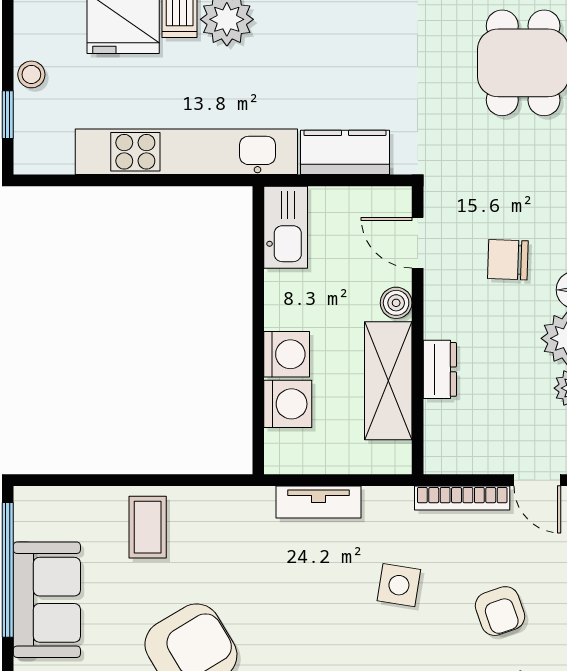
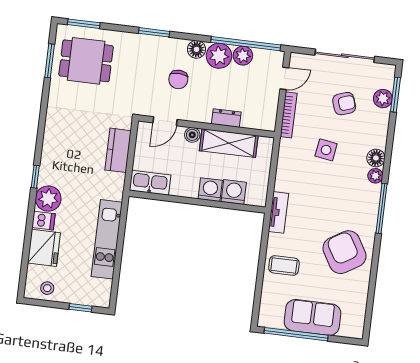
stool: (31, 74) -> (47, 288), moved
kitchen unit: (186, 152) -> (107, 239), width x0.73
tv unit: (318, 502) -> (278, 212), moved

